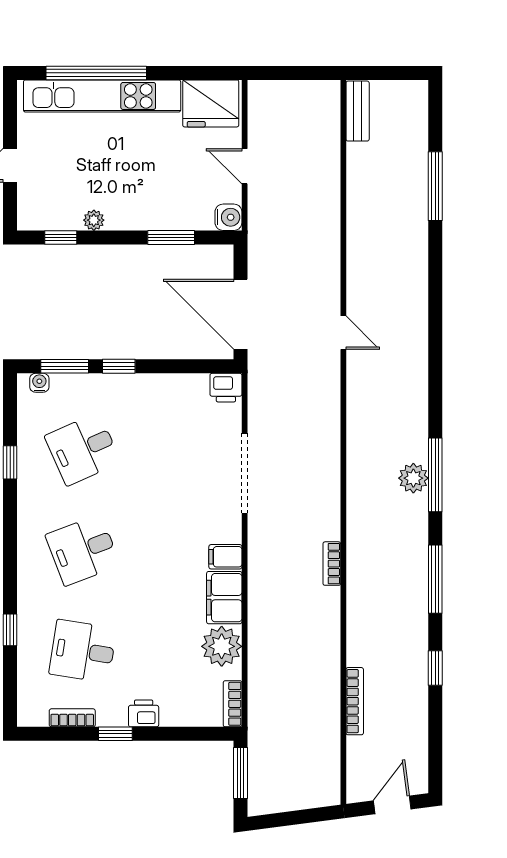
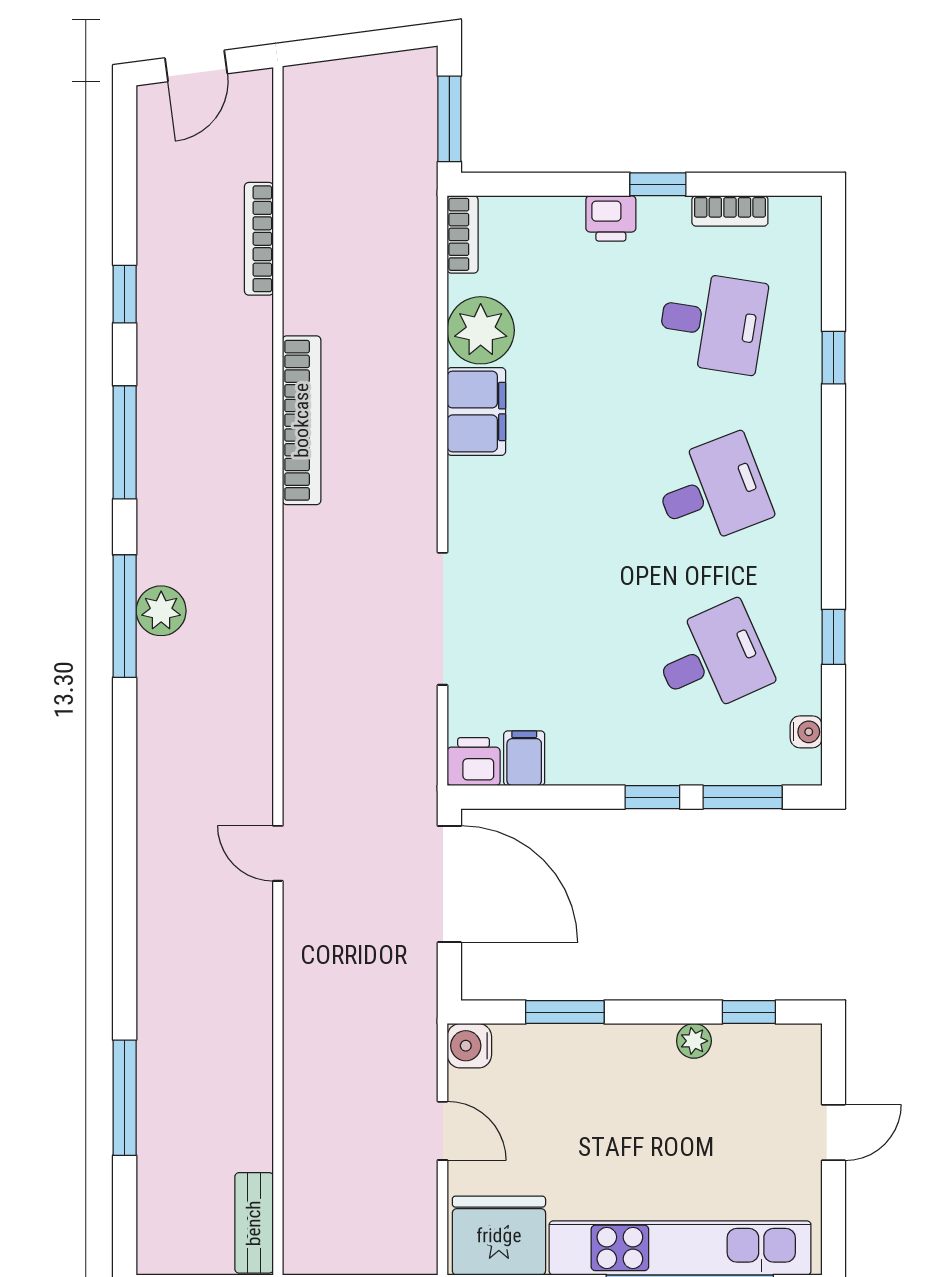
water cooler: (39, 383) -> (806, 732), moved, turned -90
filing cabinet: (225, 557) -> (524, 758), moved, turned -90
bookcase: (332, 564) -> (302, 420), width x2.31, depth x1.31

